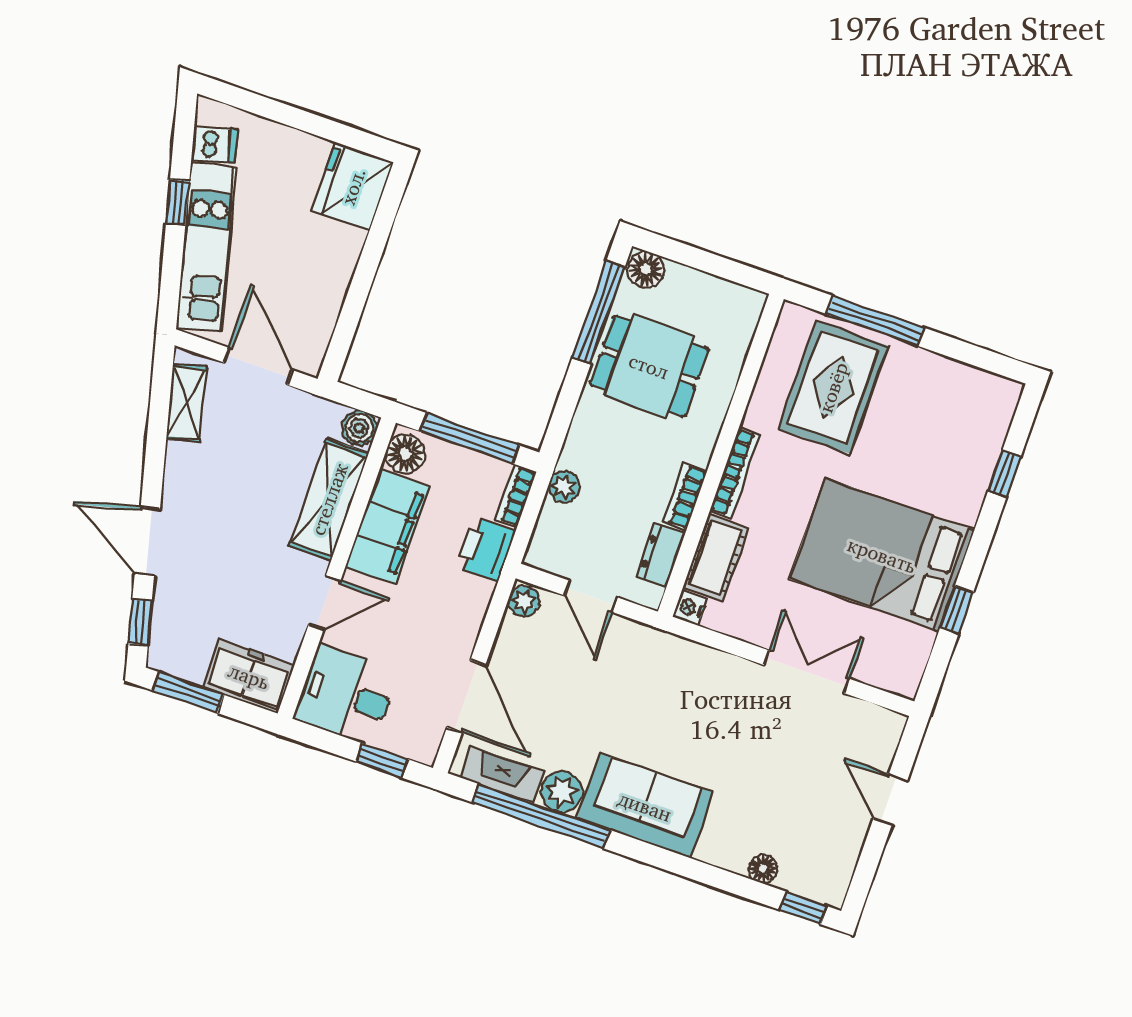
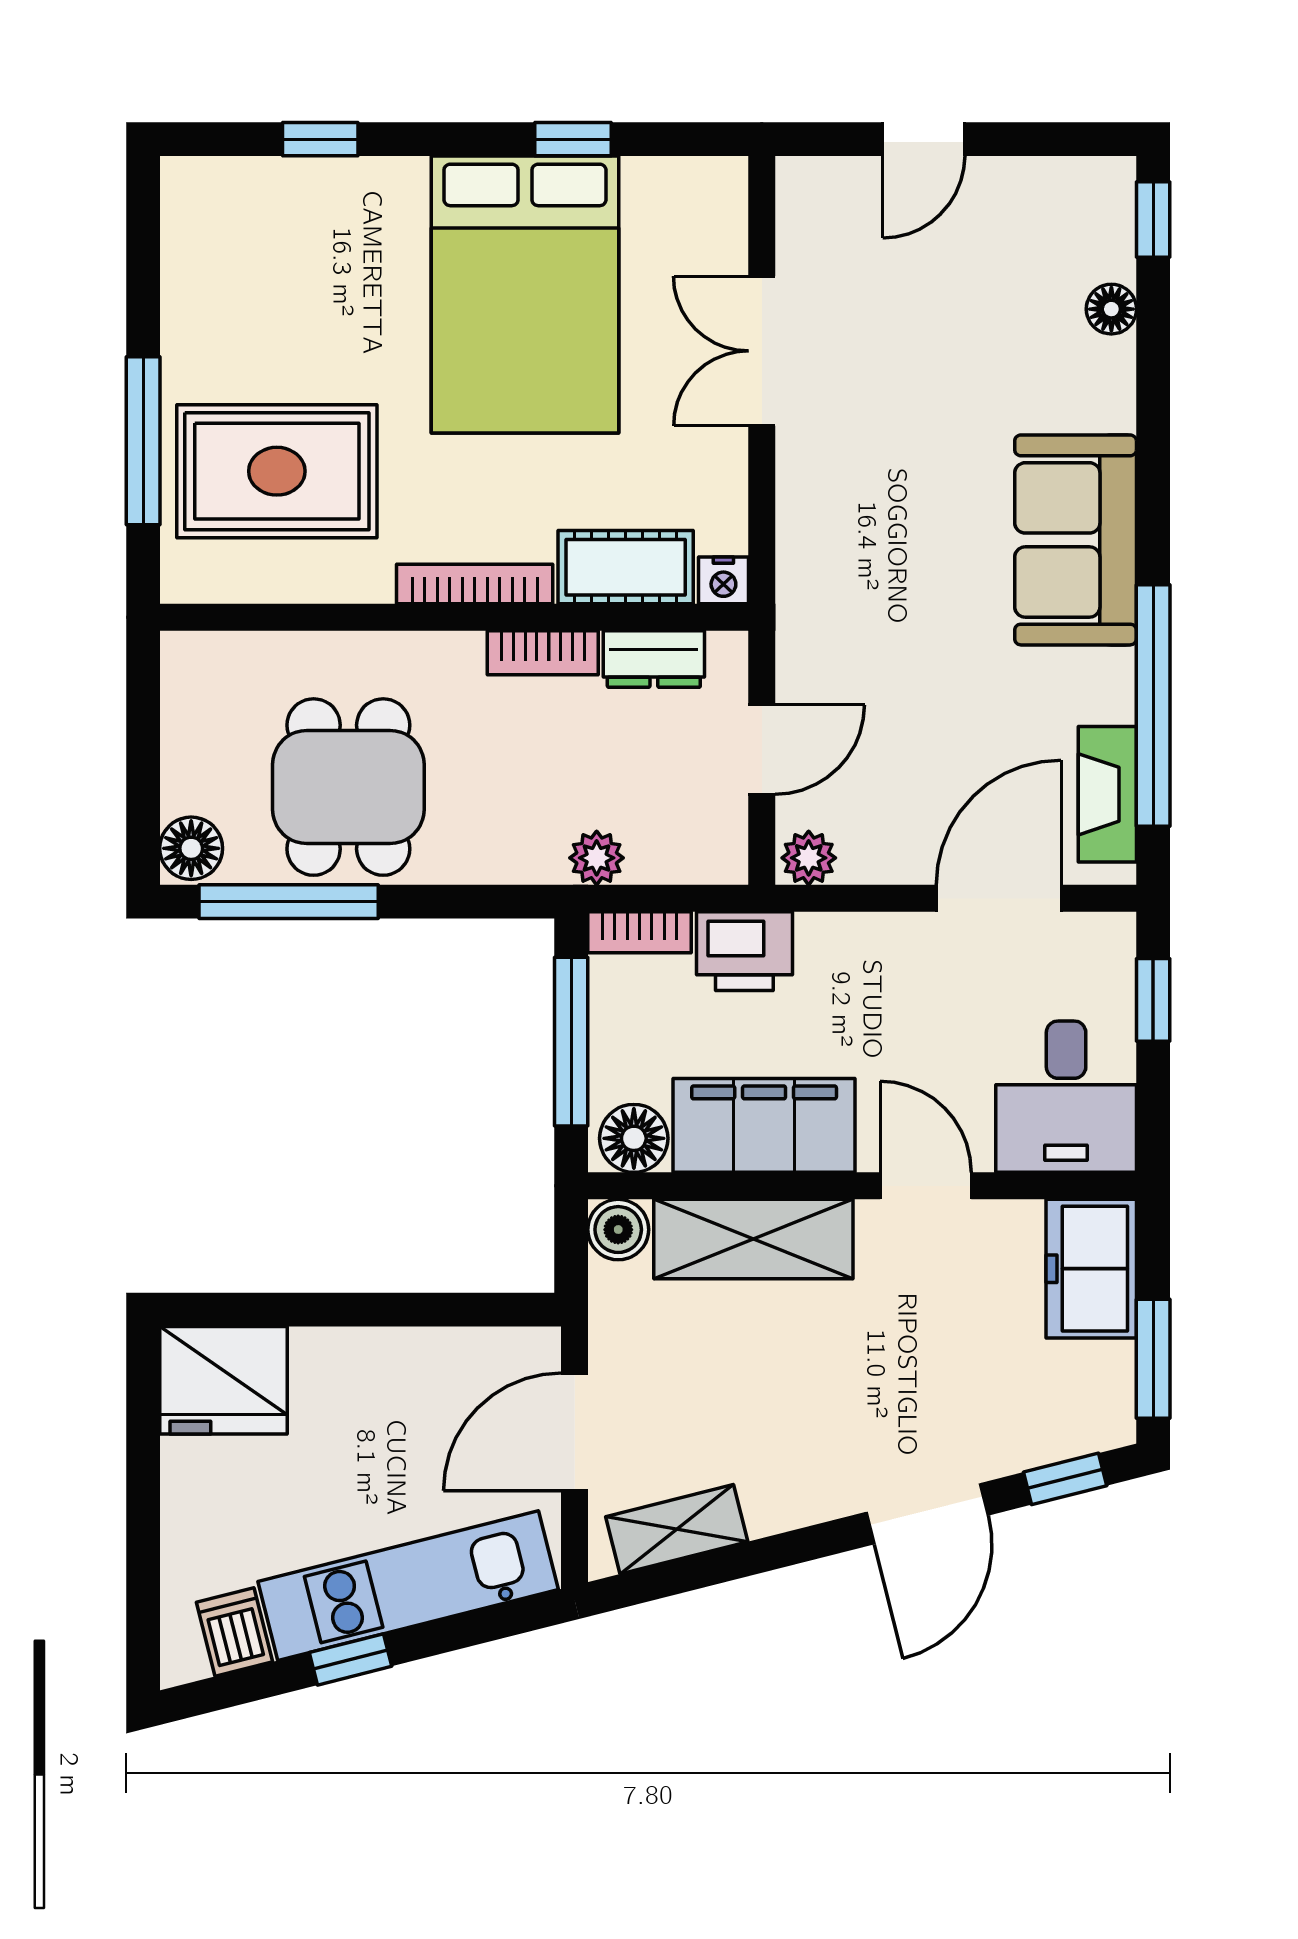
plant: (562, 792) -> (1101, 686), removed

